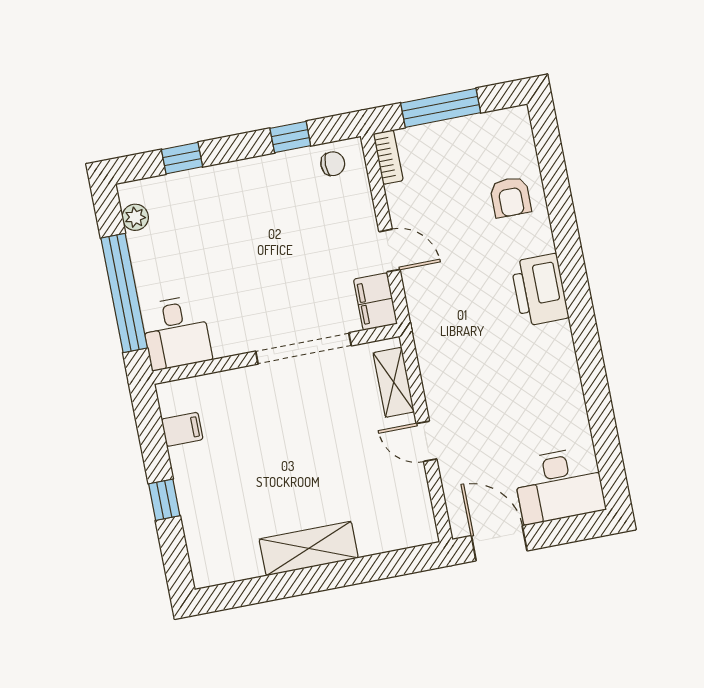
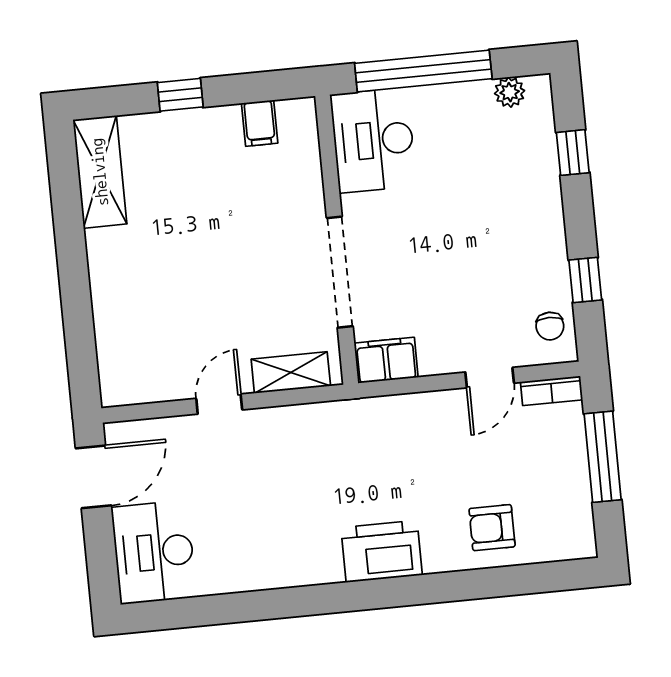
door: (389, 251) -> (490, 378), moved
desk: (176, 333) -> (373, 140), width x1.37
shelving: (309, 548) -> (100, 172), moved

